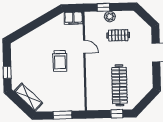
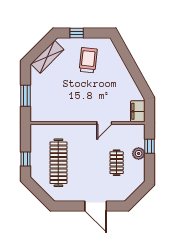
trolley: (60, 61) -> (88, 60), moved, turned 96
clothes rail: (119, 85) -> (58, 163), turned 90

